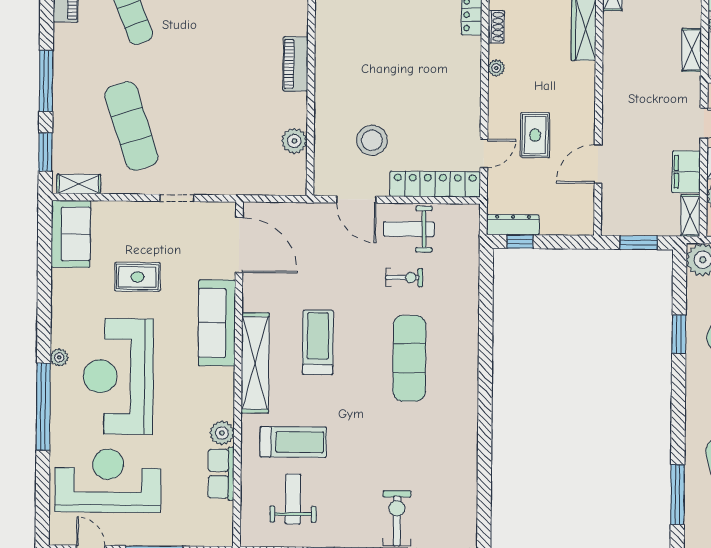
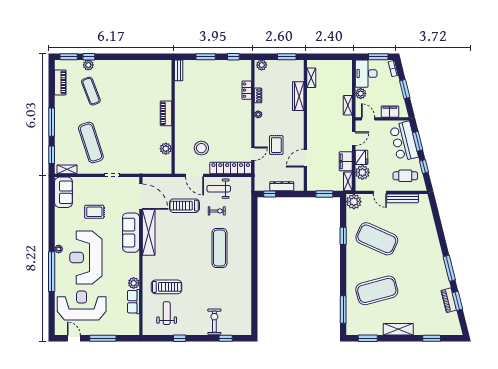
dresser: (513, 225) -> (282, 186), moved
treadmill: (318, 342) -> (184, 206), moved, turned -90
shelving: (255, 363) -> (149, 232), moved

